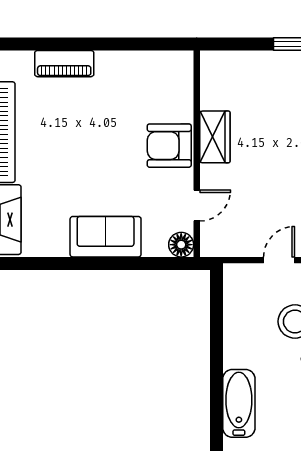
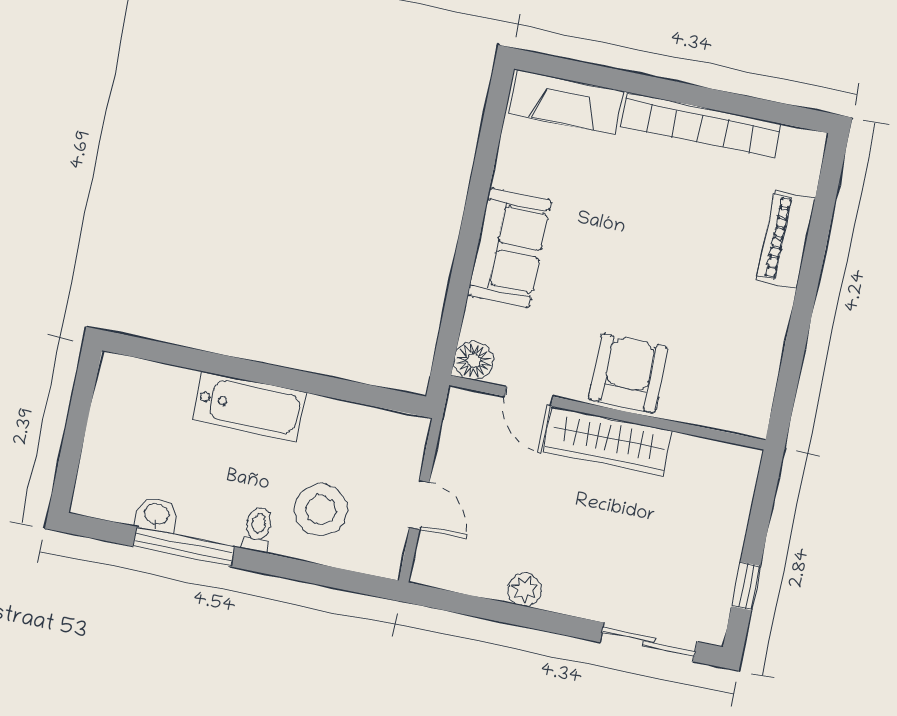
wardrobe: (215, 137) -> (607, 441), width x1.50
bathtub: (239, 403) -> (249, 406), moved

